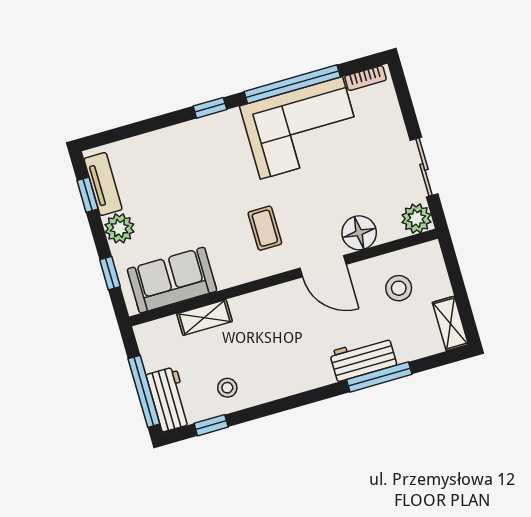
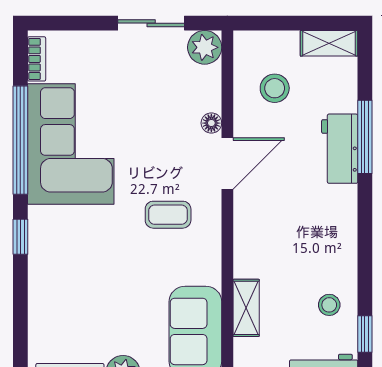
floor lamp: (359, 233) -> (211, 123), width x0.53, depth x0.53

